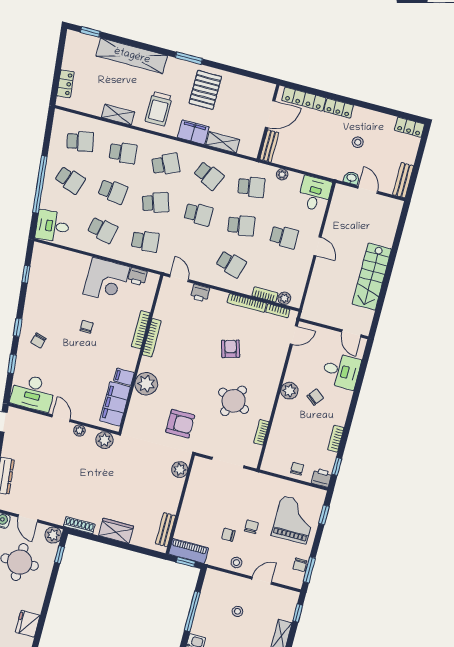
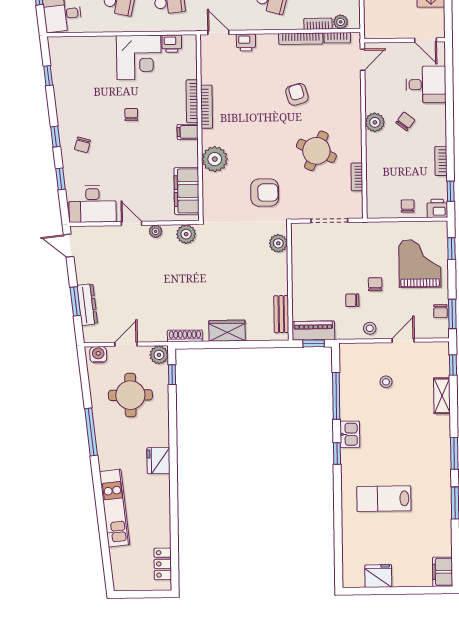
filing cabinet: (124, 377) -> (188, 132), moved
door: (28, 518) -> (126, 344), swing flipped

